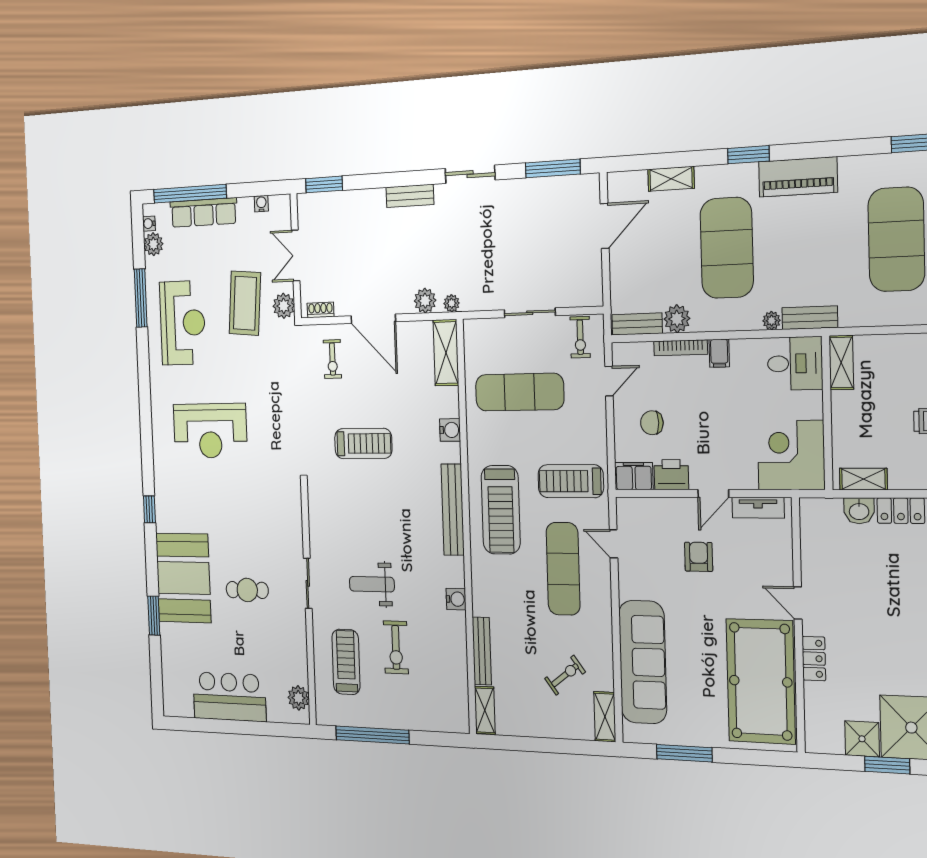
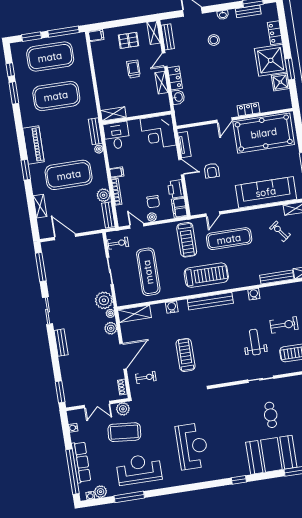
plant: (477, 293) -> (104, 300), added
plant: (622, 416) -> (152, 217), added
shelving: (863, 479) -> (161, 83), moved
armchair: (699, 557) -> (212, 171), turned -90
weight bench: (372, 584) -> (255, 342), turned 180

